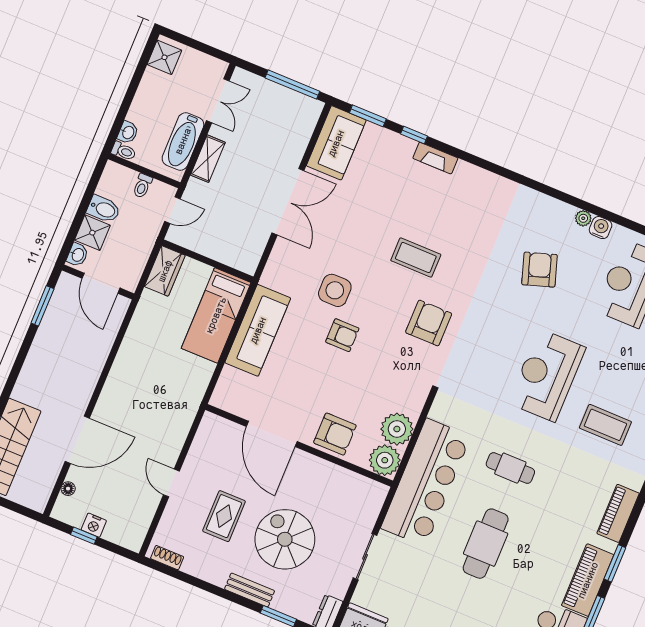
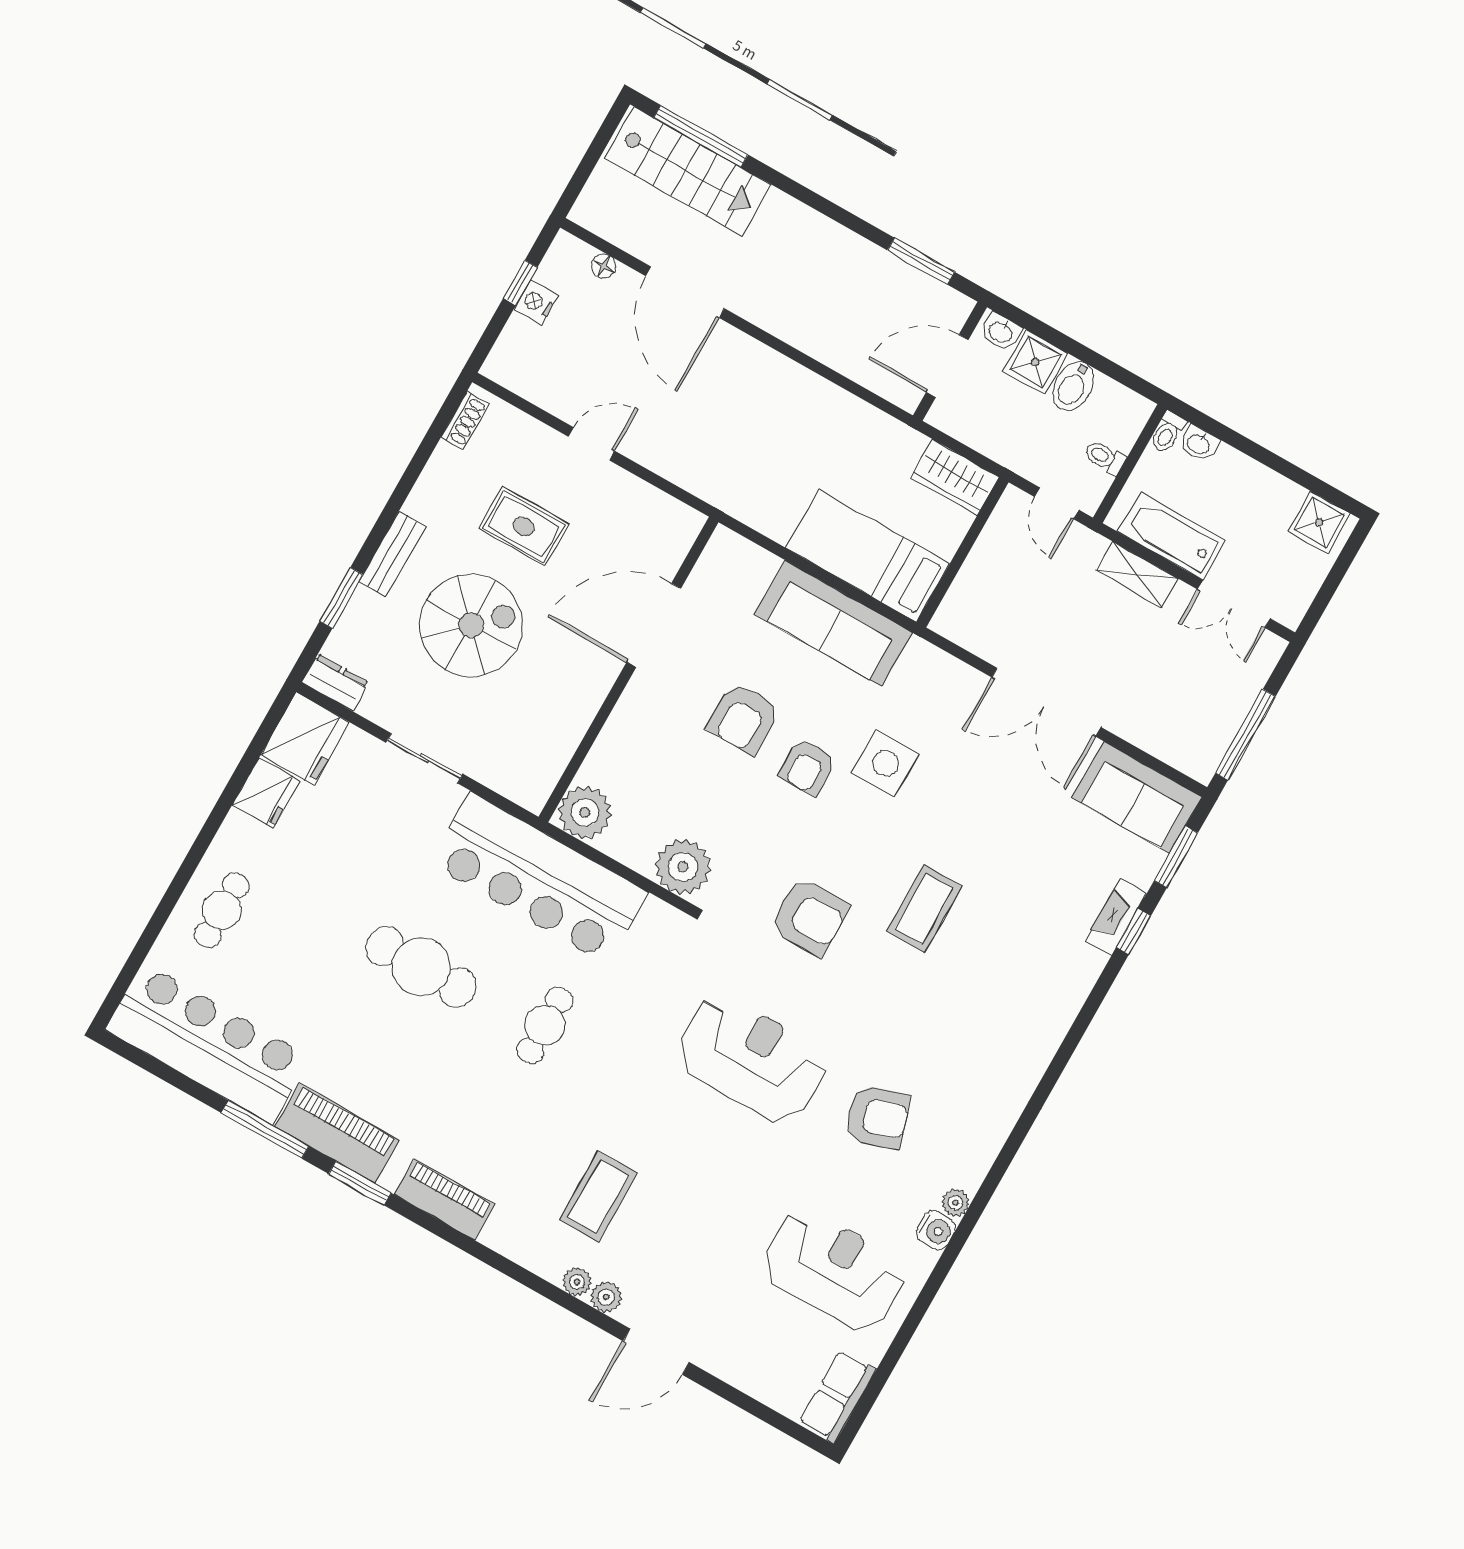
fireplace: (435, 158) -> (1116, 917), moved
reception desk: (547, 375) -> (752, 1059), moved
plant: (397, 429) -> (683, 867), moved
armchair: (335, 434) -> (743, 718), moved

